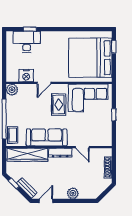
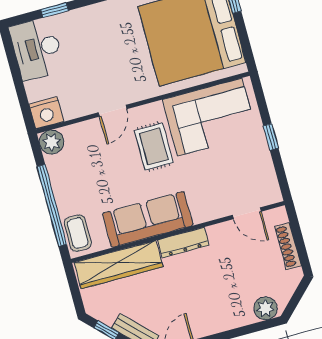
desk: (27, 42) -> (37, 49), moved, turned -90
nightstand: (26, 76) -> (46, 113), moved
door: (82, 147) -> (247, 213), moved
plant: (73, 193) -> (266, 308), moved

